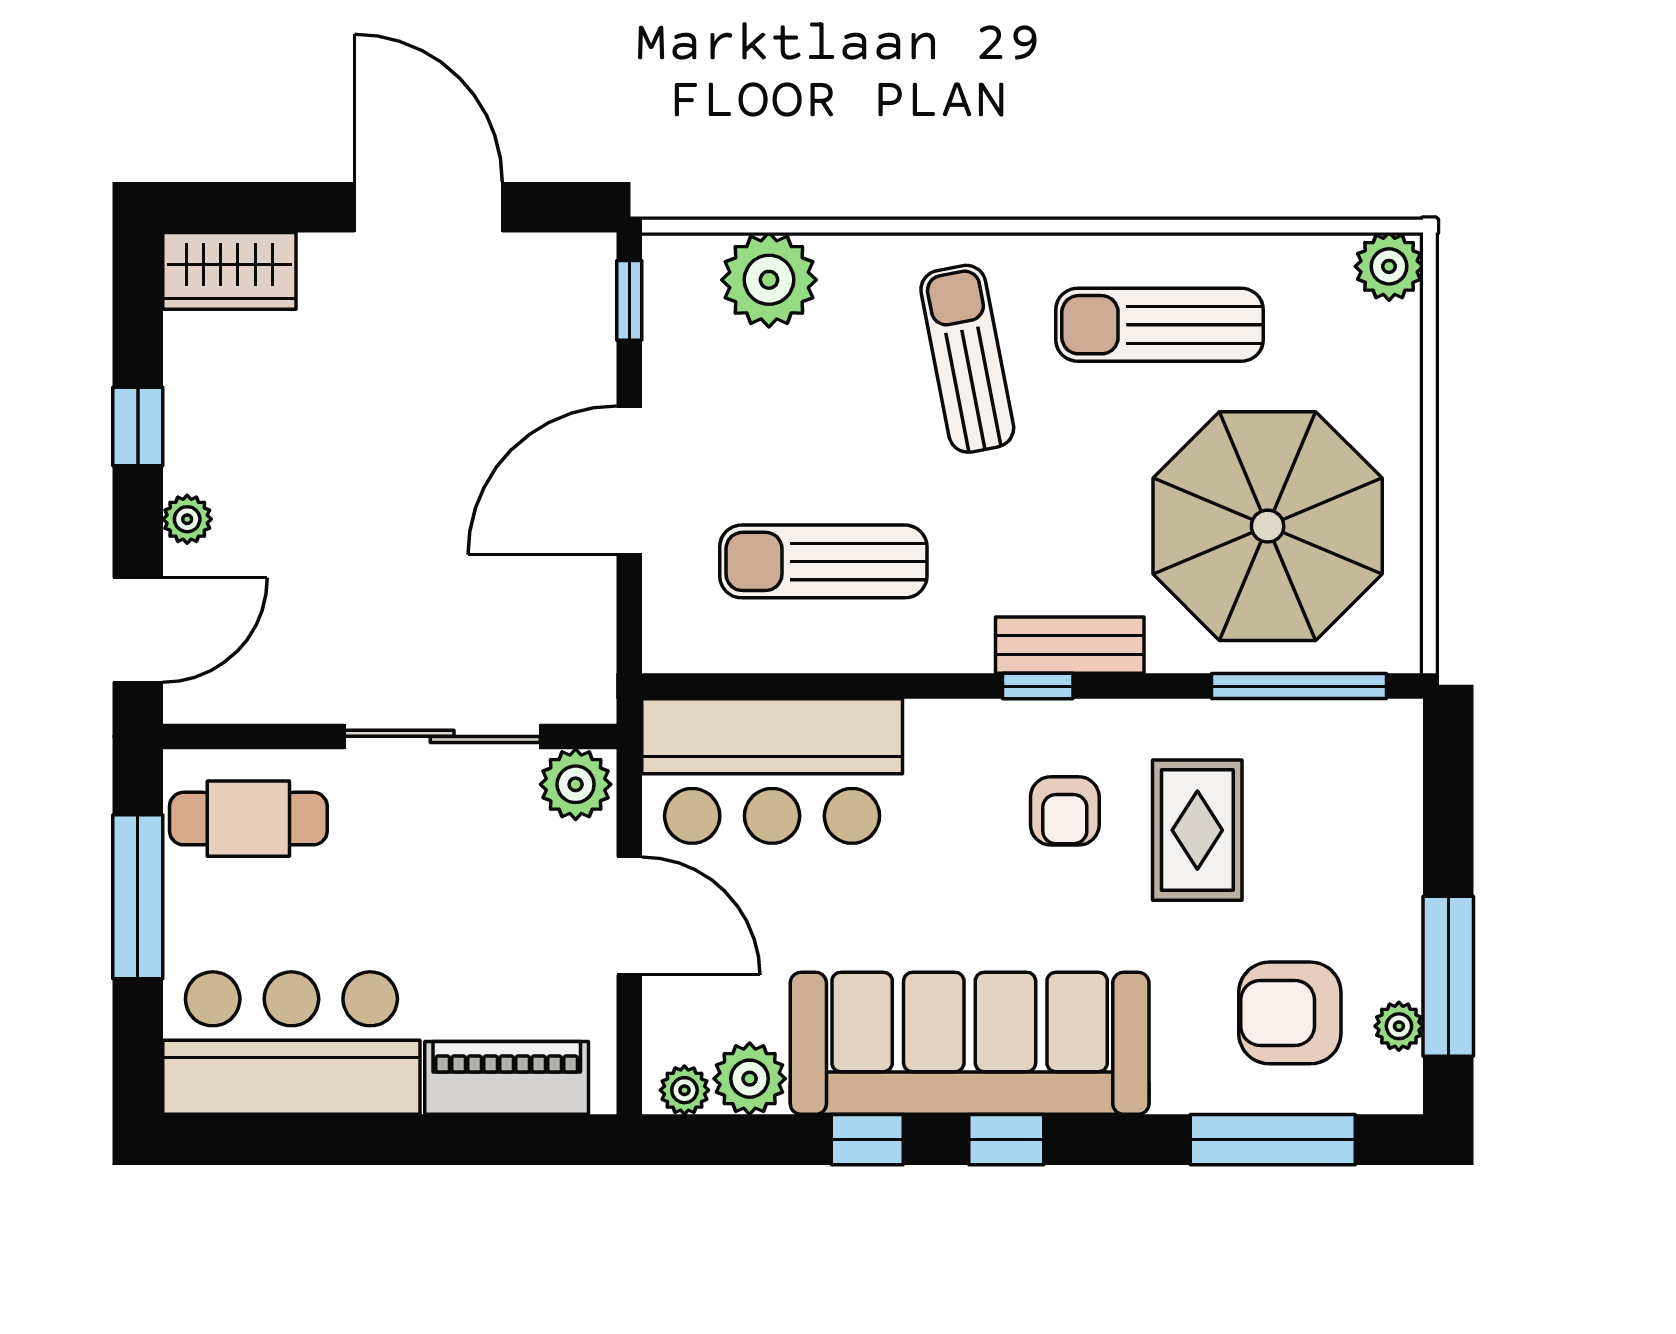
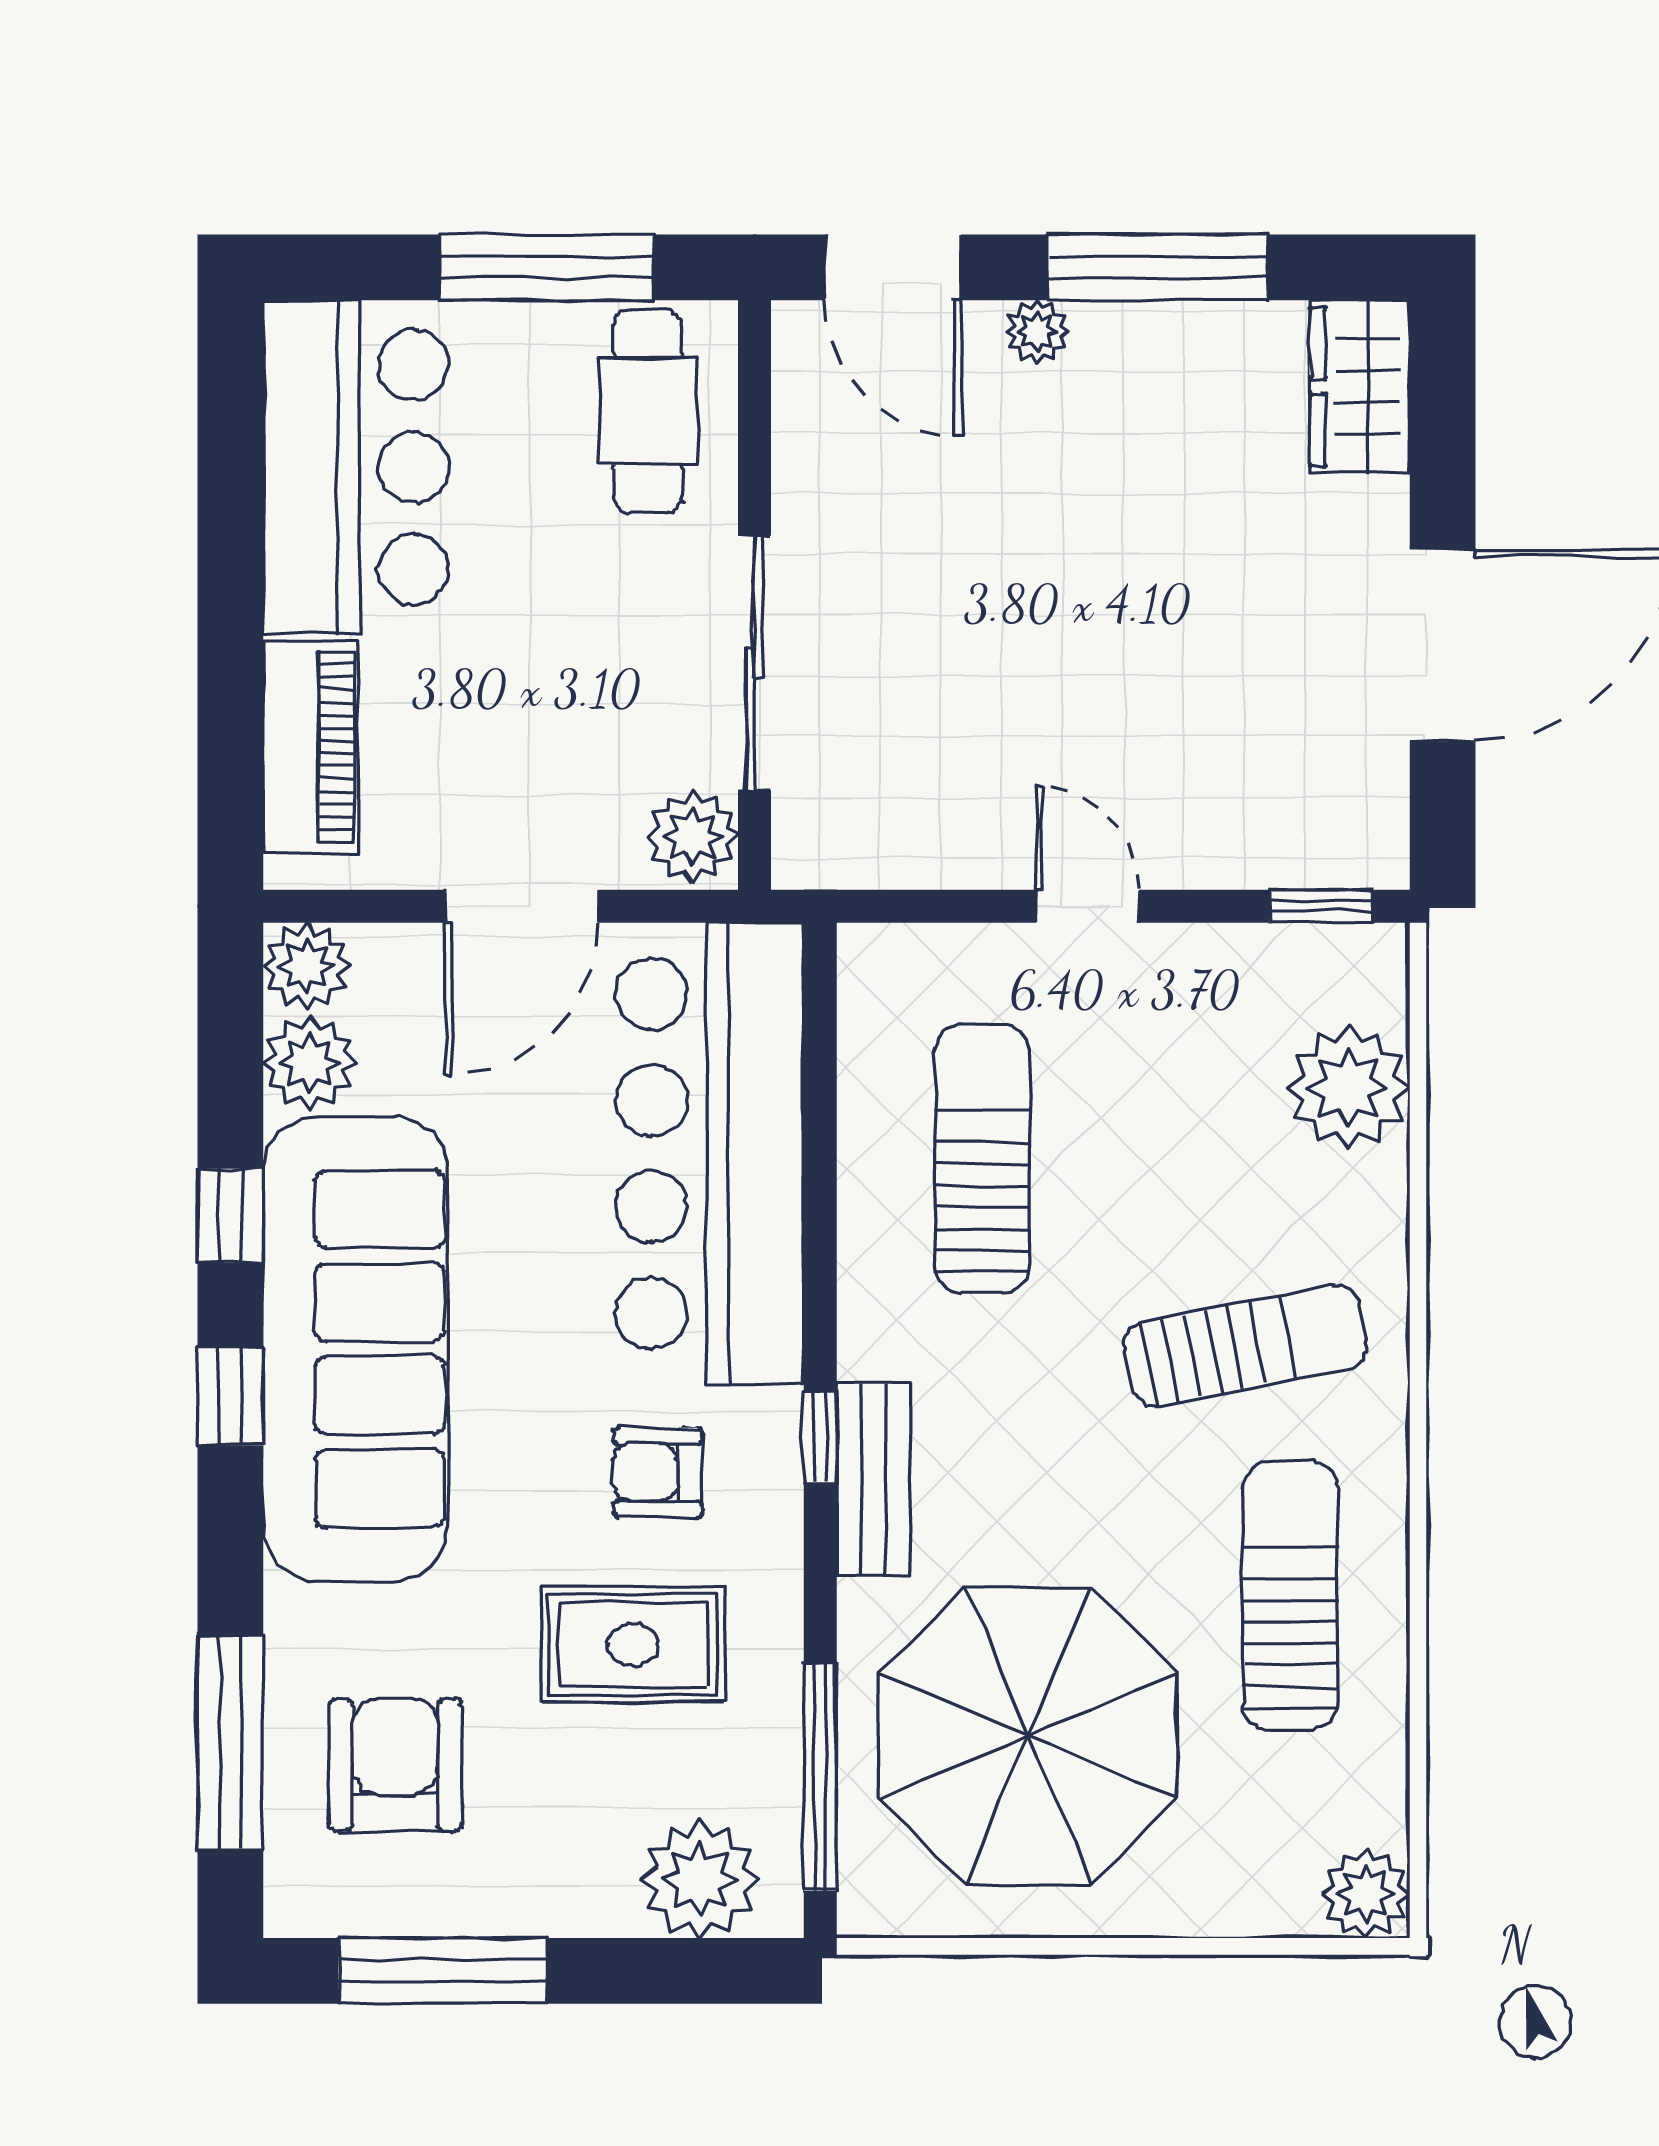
window: (138, 427) -> (1157, 267), width x2.17
door: (629, 480) -> (1087, 906), width x0.53
bar counter: (772, 771) -> (710, 1153), width x1.36
plant: (1399, 1026) -> (700, 1879), moved, width x1.88, depth x1.88
plant: (684, 1090) -> (307, 966), width x1.38, depth x1.38

